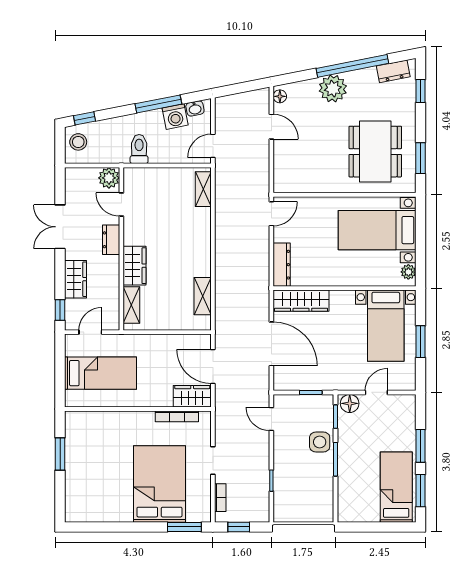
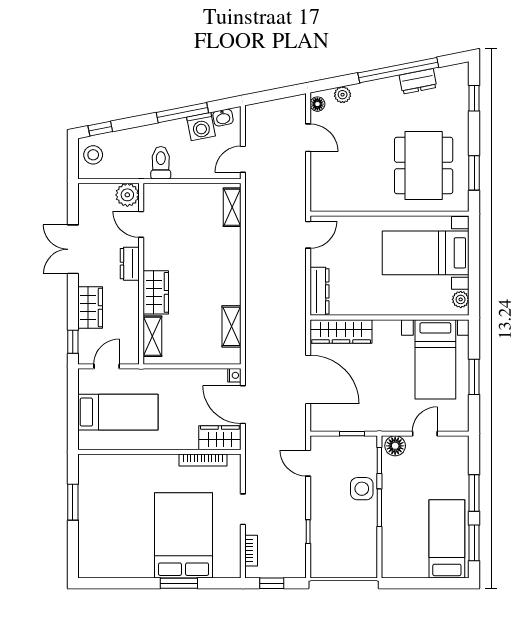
dresser: (393, 71) -> (418, 81), moved
plant: (333, 89) -> (343, 95), moved, width x0.53, depth x0.53
nightstand: (205, 340) -> (234, 375), added
window: (184, 527) -> (179, 583), moved

